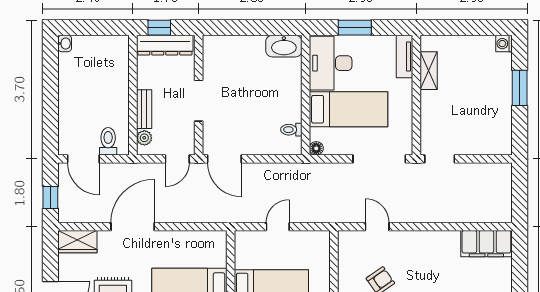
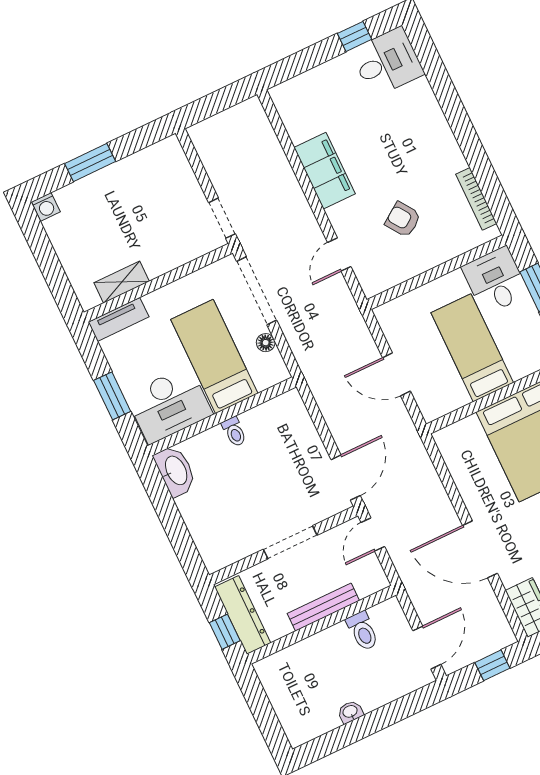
washbasin: (65, 43) -> (350, 712), moved
bench: (144, 109) -> (323, 607), width x1.36
toilet: (291, 130) -> (234, 432), moved
plant: (144, 138) -> (366, 586), removed
toilet: (108, 141) -> (363, 631), moved, turned -90
floor lamp: (316, 148) -> (266, 343), moved
door: (177, 159) -> (373, 534), swing flipped
door: (278, 227) -> (397, 374), width x1.38
filing cabinet: (486, 244) -> (325, 171), moved

